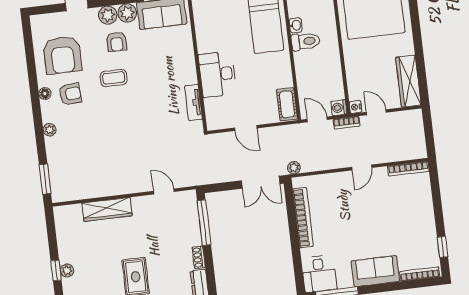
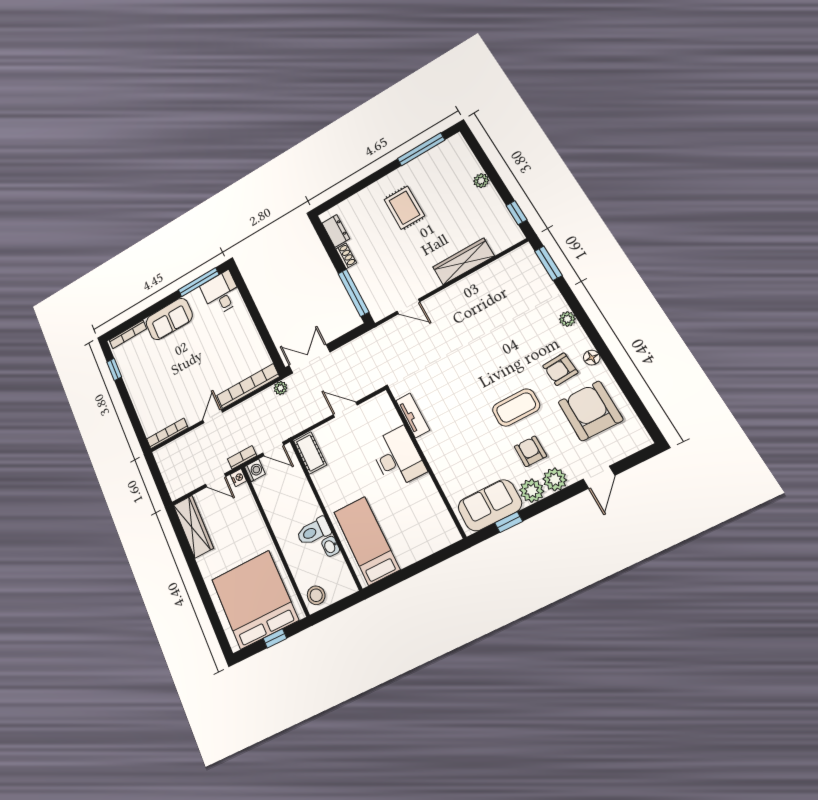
coffee table: (114, 78) -> (516, 408), width x1.36, depth x1.30
bookcase: (303, 218) -> (248, 386), moved, turned 90
window: (56, 270) -> (517, 213), moved

